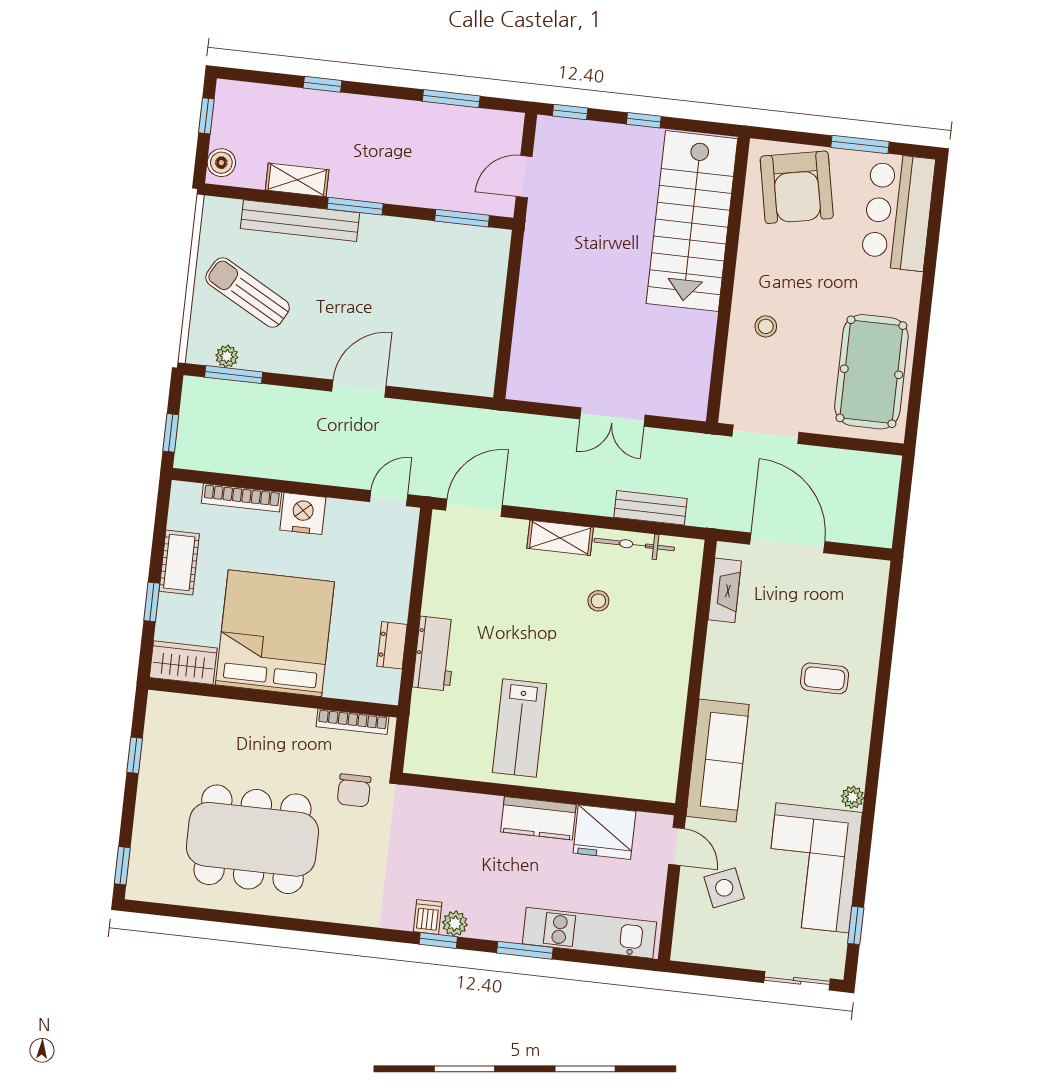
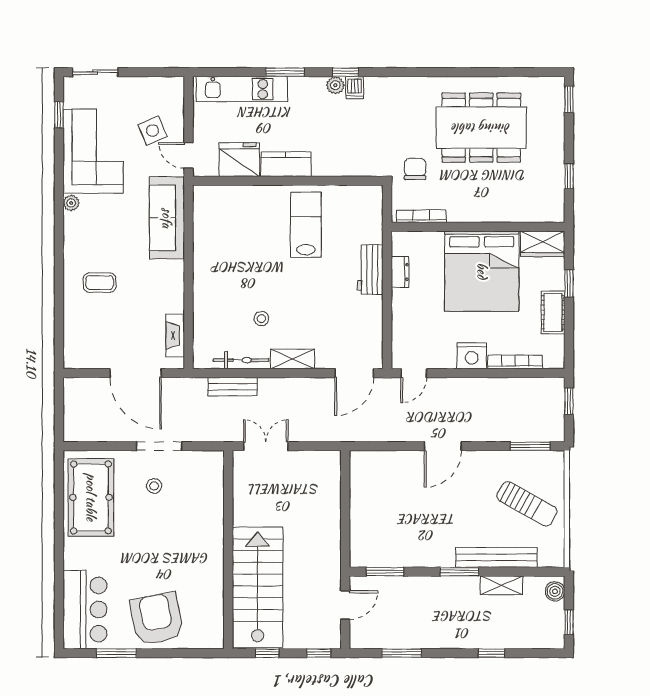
stairs: (692, 221) -> (258, 587), moved
wall: (728, 280) -> (228, 550), moved
stool: (766, 326) -> (154, 486), moved
plant: (227, 356) -> (536, 458), removed

